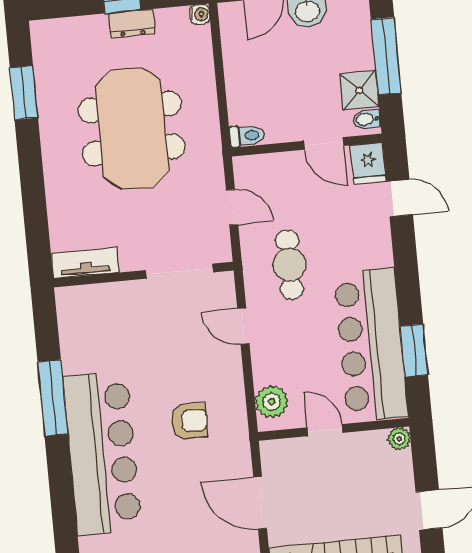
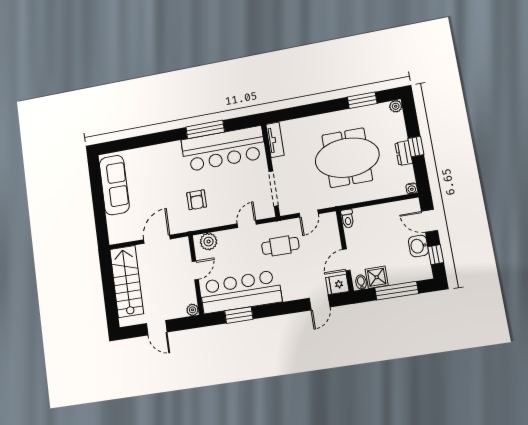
plant: (41, 31) -> (396, 106), added
bar counter: (102, 453) -> (223, 149), moved

